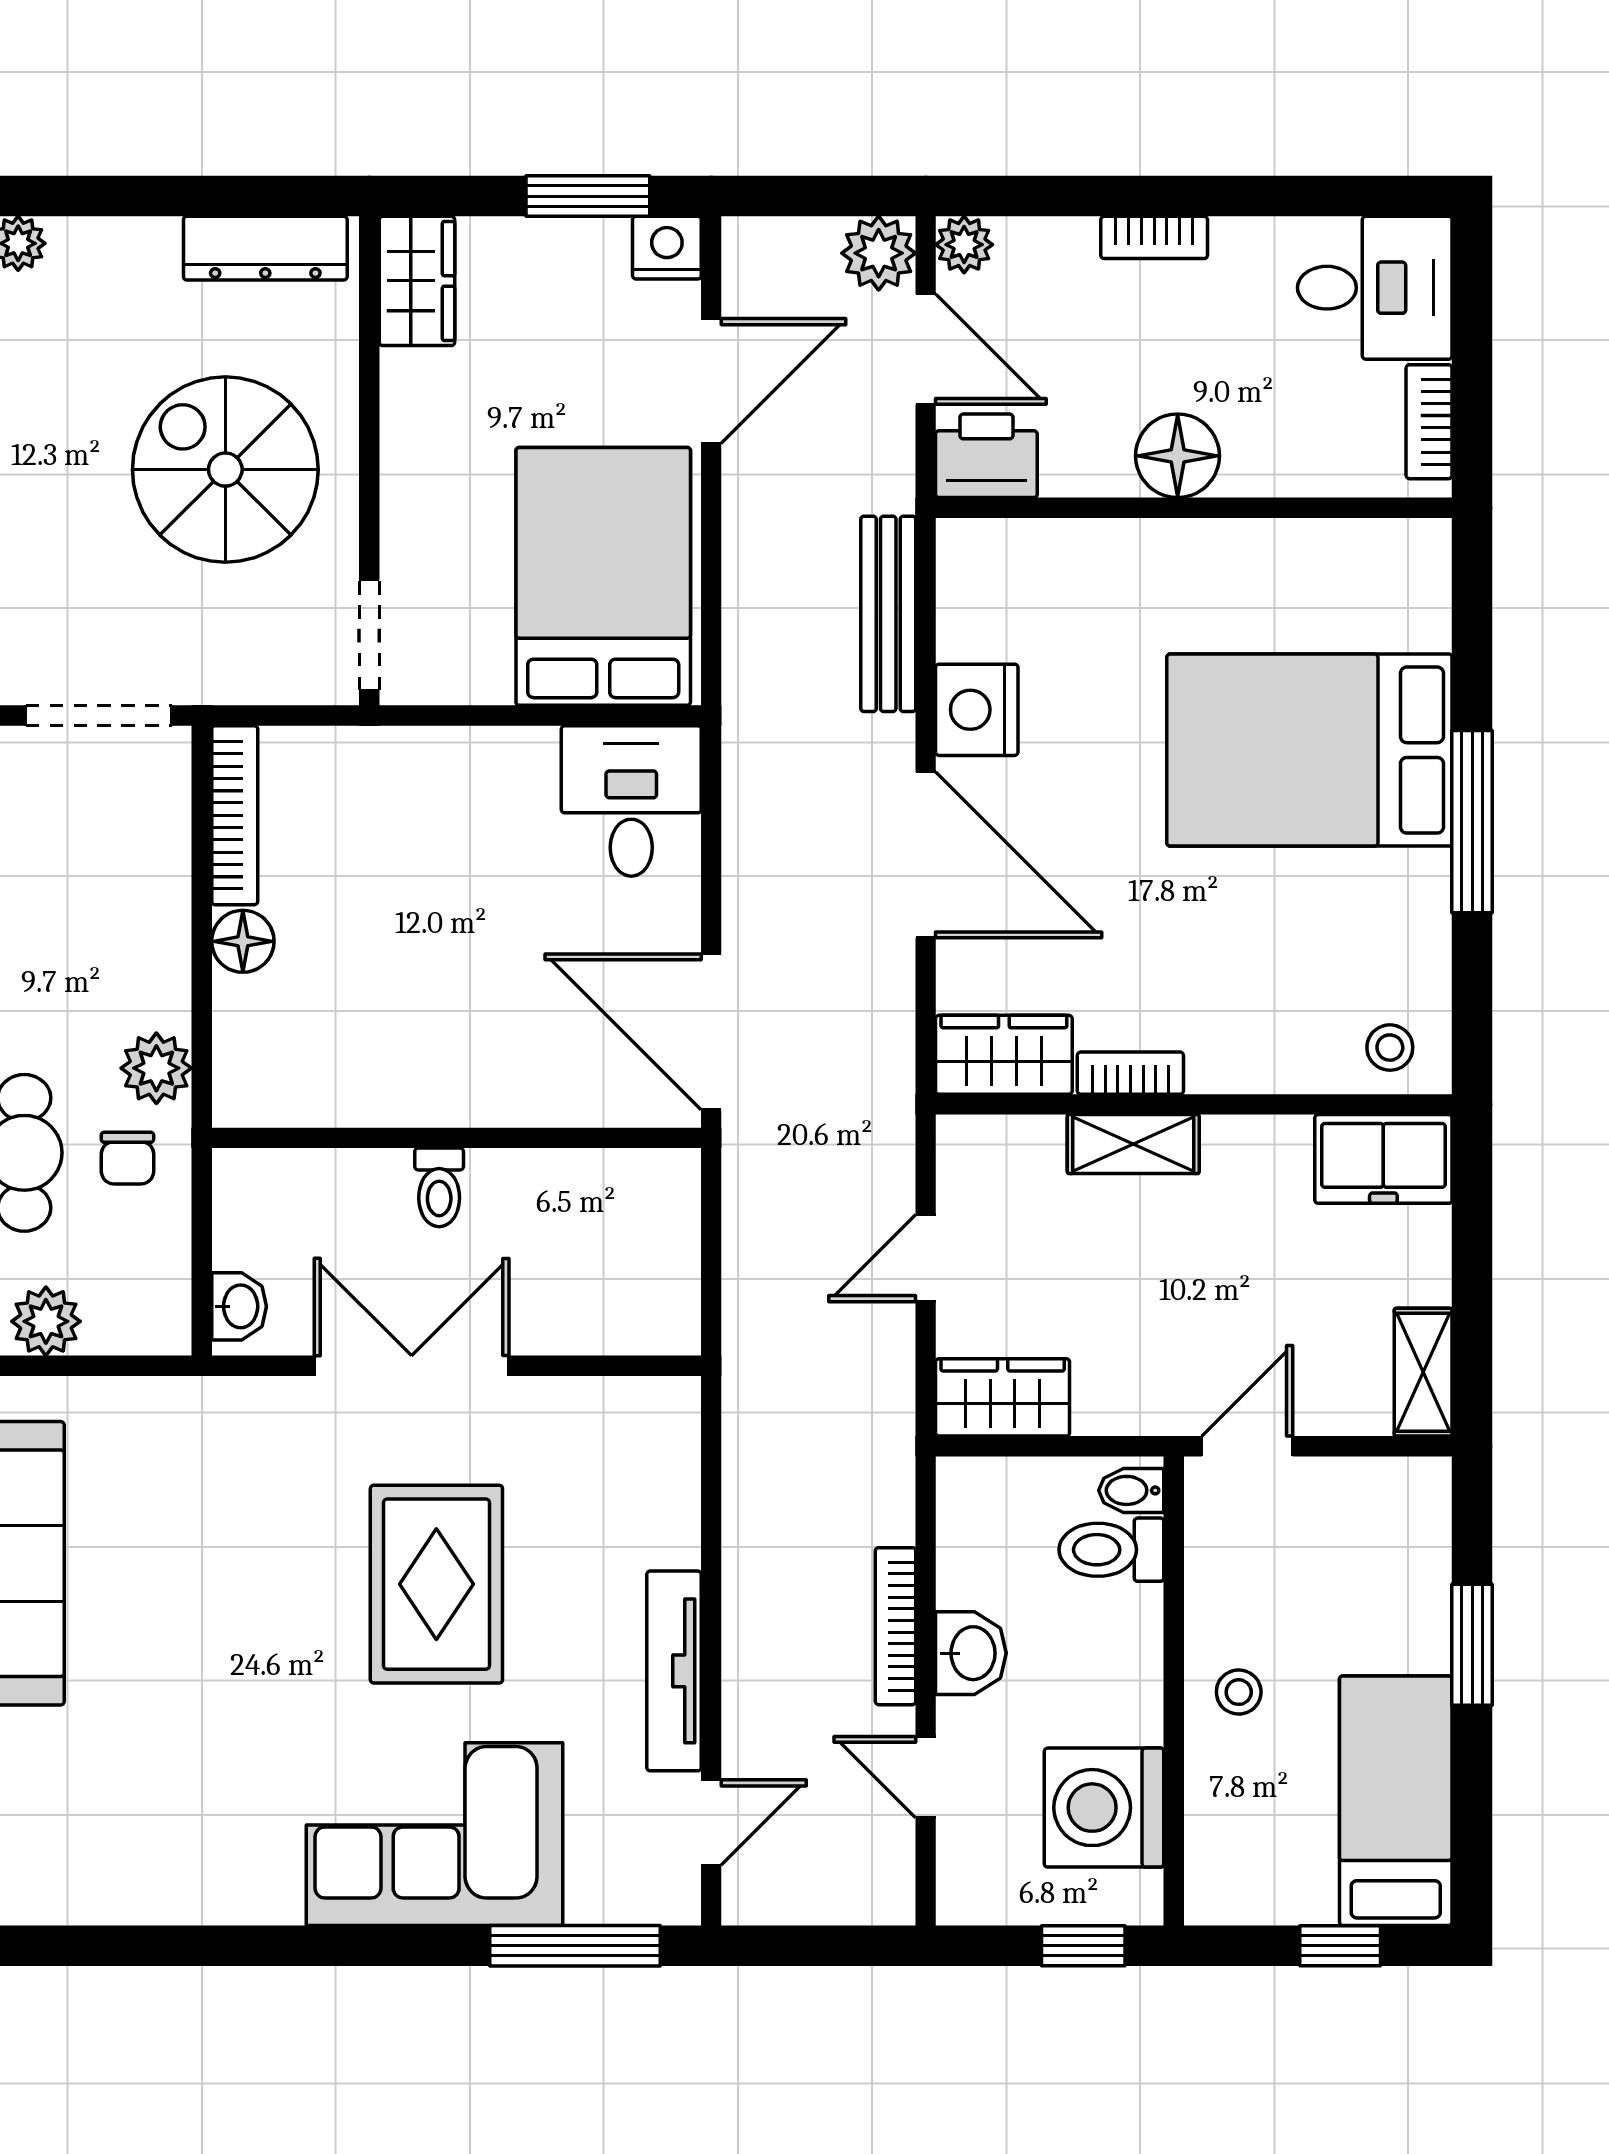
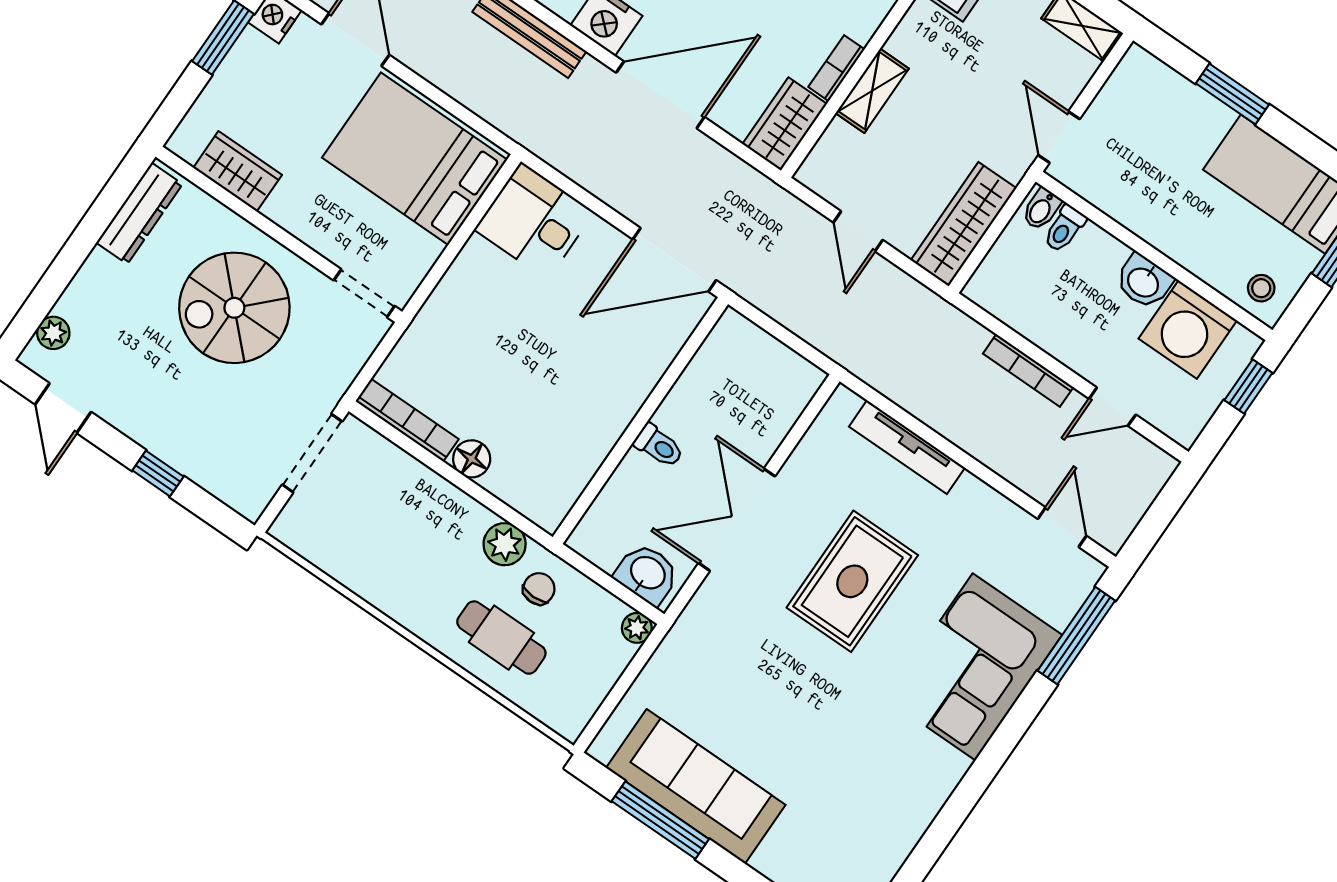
wardrobe: (417, 281) -> (238, 171), moved
chair: (127, 1158) -> (539, 589), turned -90
washbasin: (239, 1306) -> (647, 574), width x1.38, depth x1.45
plant: (46, 1321) -> (637, 628), moved, width x0.73, depth x0.73
wardrobe: (1003, 1397) -> (964, 224), width x1.50
toilet: (1111, 1550) -> (1064, 229), width x0.73, depth x0.72
rug: (436, 1584) -> (852, 581), turned 90
washbasin: (971, 1653) -> (1144, 282), moved, turned 180
tv unit: (674, 1671) -> (907, 447), moved
stool: (1239, 1692) -> (1261, 288), moved

